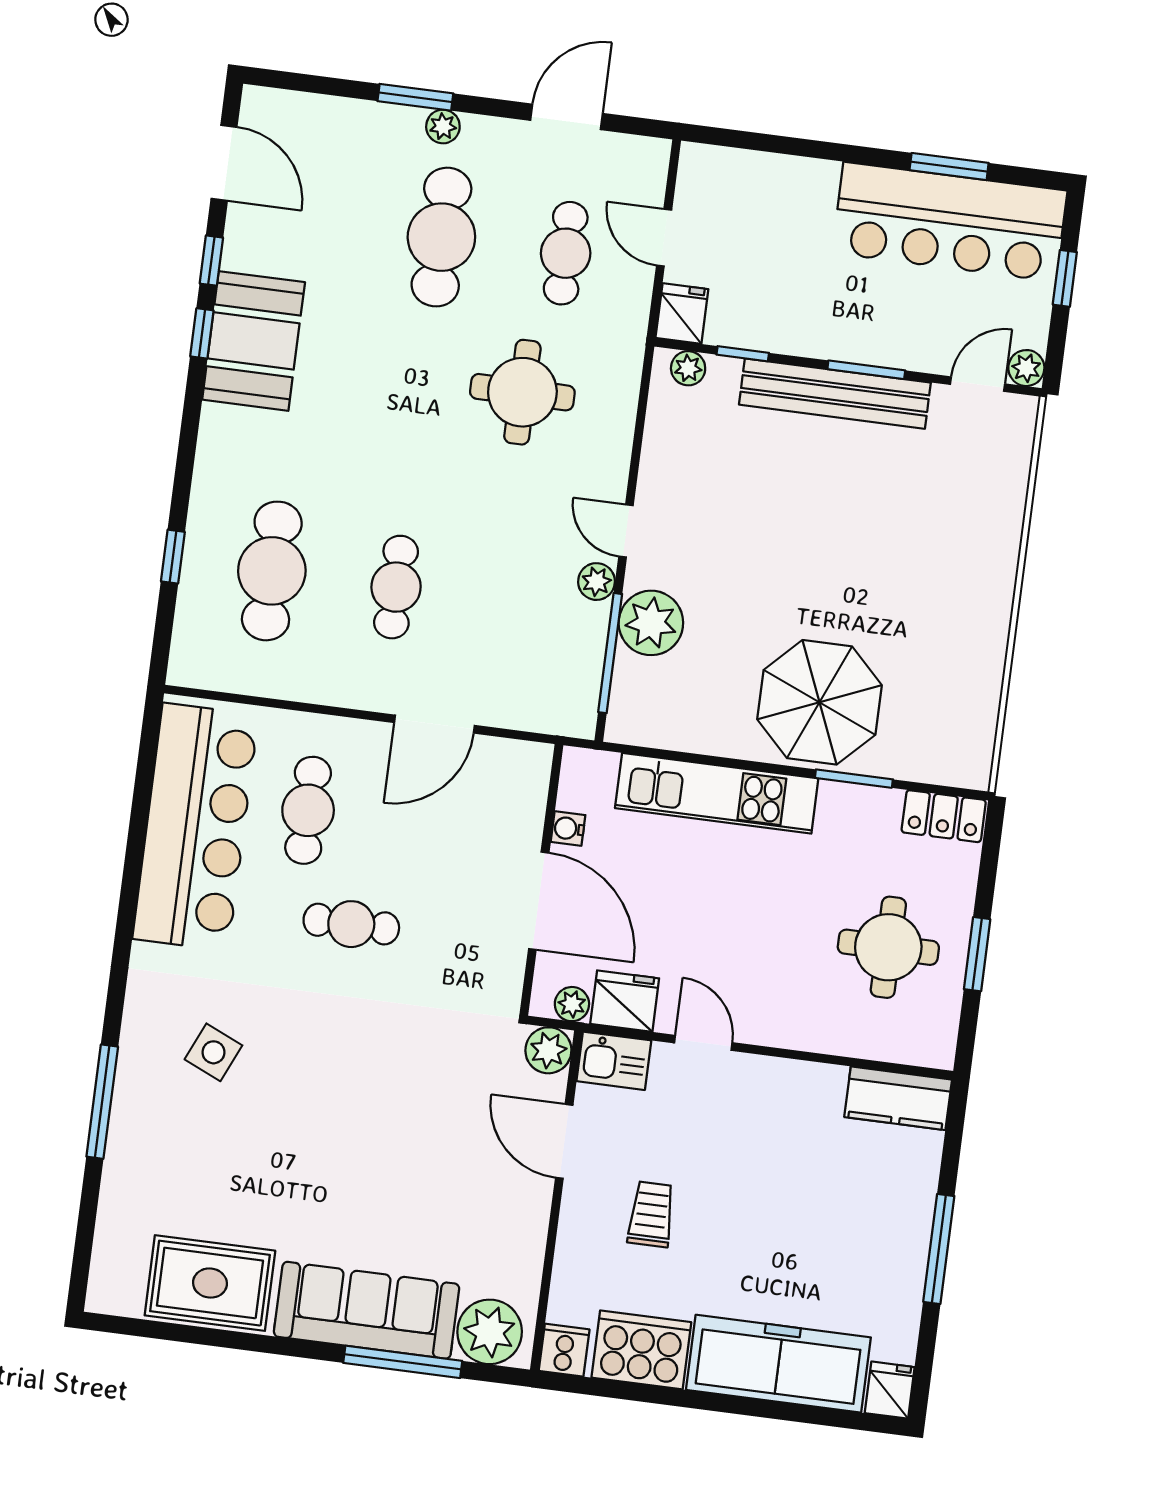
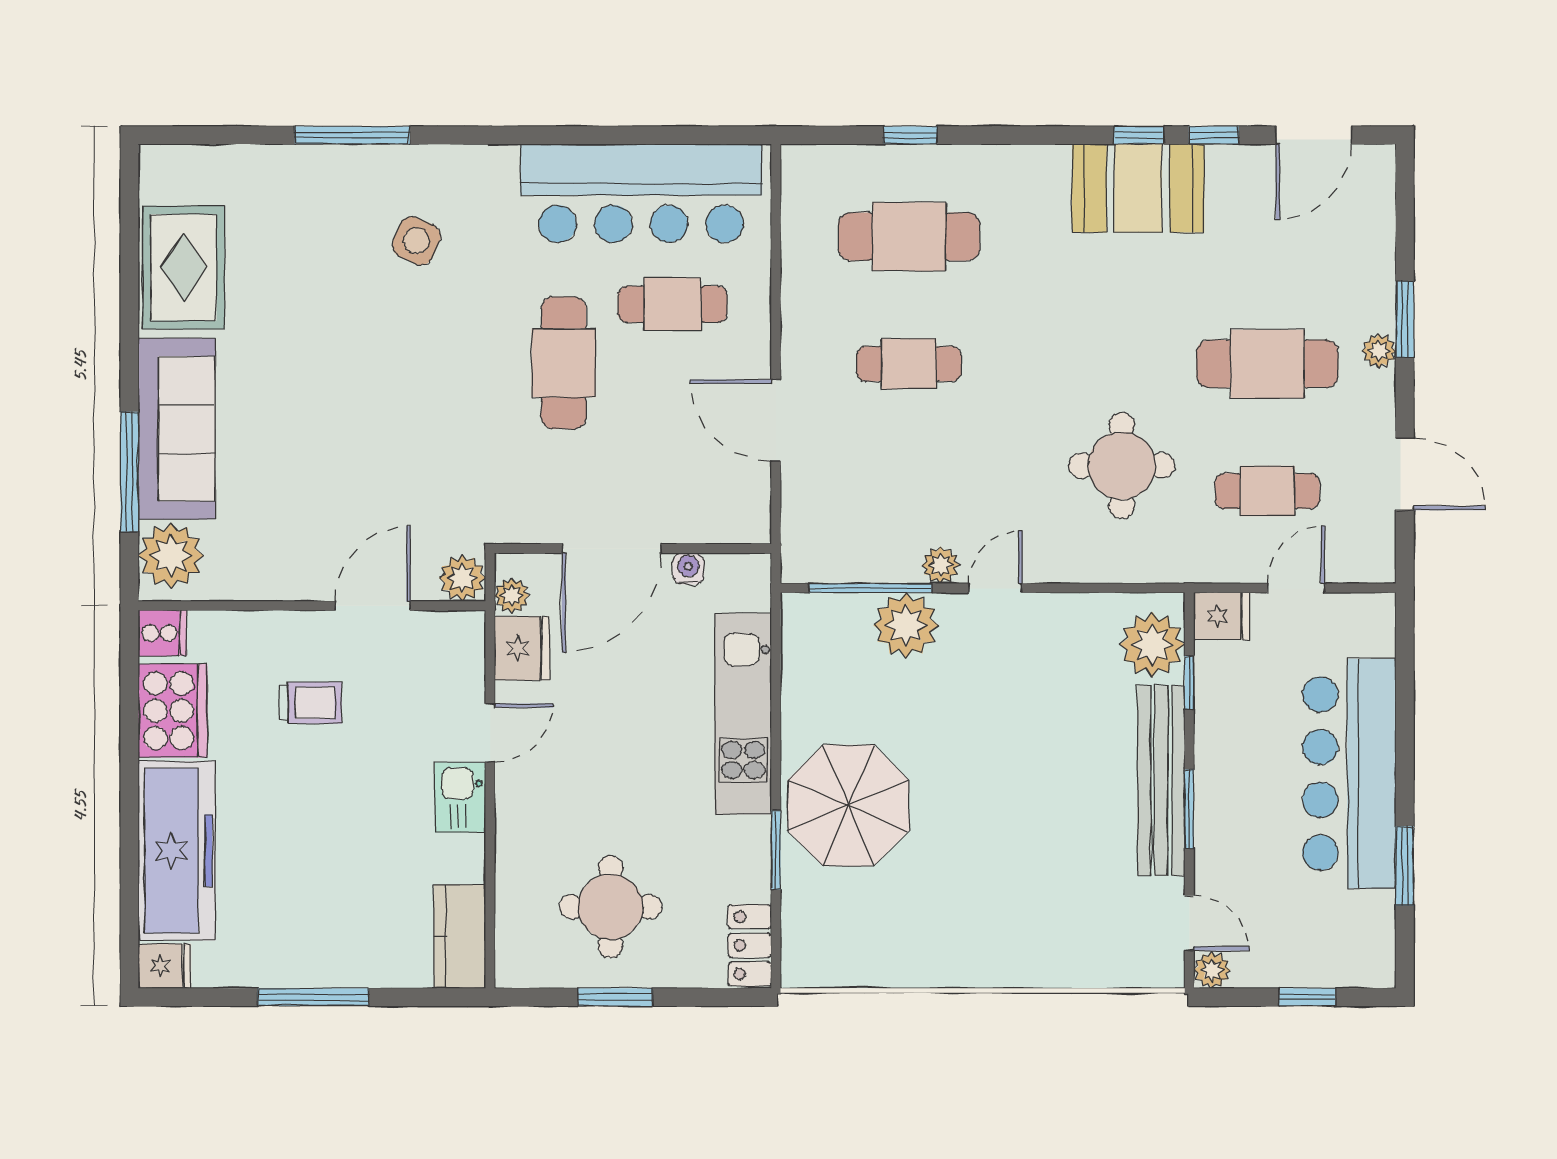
bar counter: (950, 222) -> (1349, 774), moved
plant: (688, 368) -> (1152, 645), width x1.88, depth x1.88
cafe table: (351, 924) -> (564, 363), width x1.37, depth x1.35
kitchen sink: (614, 1061) -> (460, 797), moved

